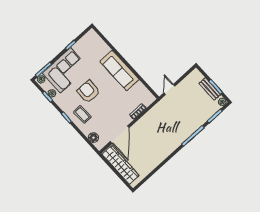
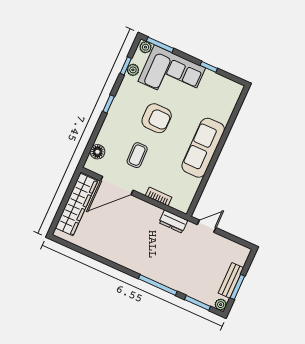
armchair: (89, 92) -> (157, 118), turned 89
dresser: (158, 109) -> (173, 221), added
coffee table: (82, 114) -> (137, 155), moved

